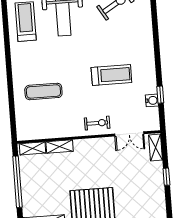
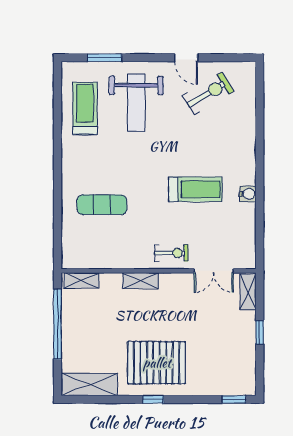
window: (160, 95) -> (260, 221), removed
water cooler: (152, 100) -> (248, 194), moved
shelving: (60, 146) -> (141, 281), moved

